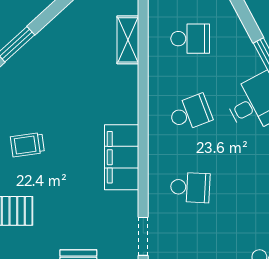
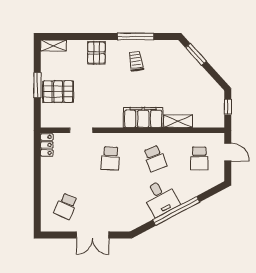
shelving: (128, 40) -> (178, 121), moved
filing cabinet: (122, 157) -> (143, 117), moved

